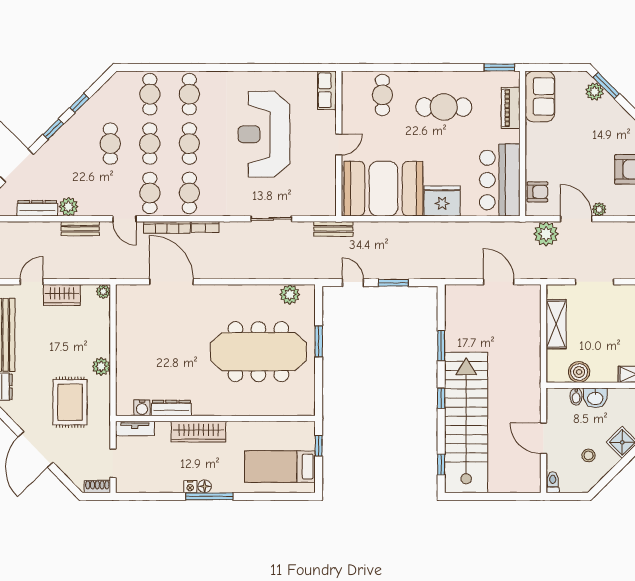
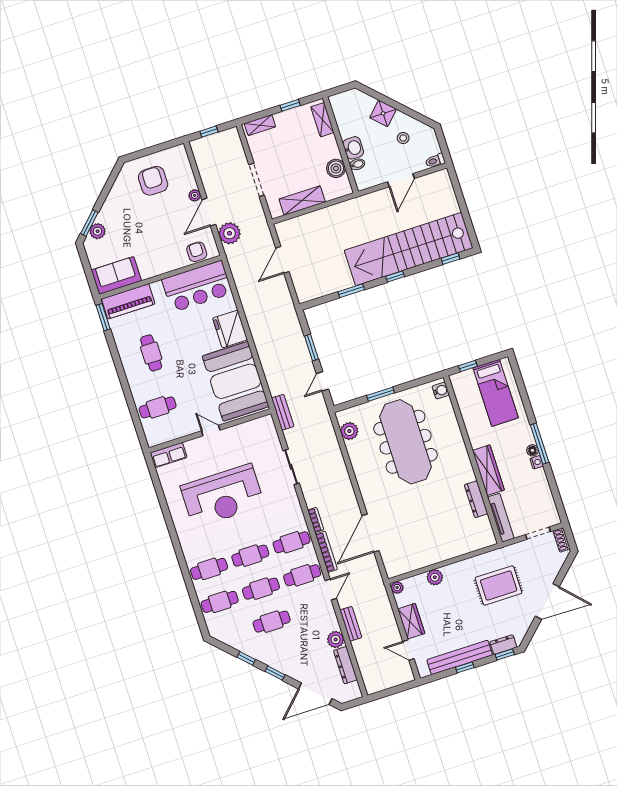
cafe table: (444, 107) -> (151, 353), width x0.73, depth x0.74
piano: (511, 108) -> (128, 301), width x1.37, depth x1.33
plant: (101, 366) -> (435, 577), moved
water cooler: (142, 408) -> (441, 390), moved
tv unit: (135, 428) -> (501, 518), width x1.41

